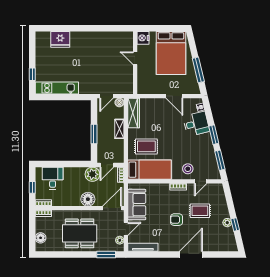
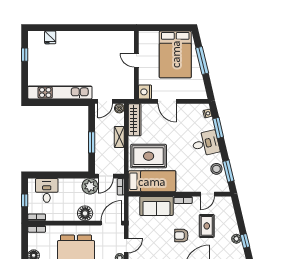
nightstand: (143, 38) -> (145, 92), moved
fridge: (60, 39) -> (50, 37), width x0.53, depth x0.75
window: (198, 70) -> (202, 61), moved
window: (32, 74) -> (25, 55), moved
kitchen unit: (57, 88) -> (60, 92), width x1.36
door: (174, 96) -> (167, 101), moved
desk: (196, 124) -> (206, 143), moved
window: (214, 135) -> (218, 128), moved
rug: (146, 146) -> (149, 156), width x1.36, depth x1.43
stool: (188, 169) -> (216, 169), moved
sofa: (137, 205) -> (156, 206), moved, turned 90
rug: (200, 211) -> (207, 226), turned 90

